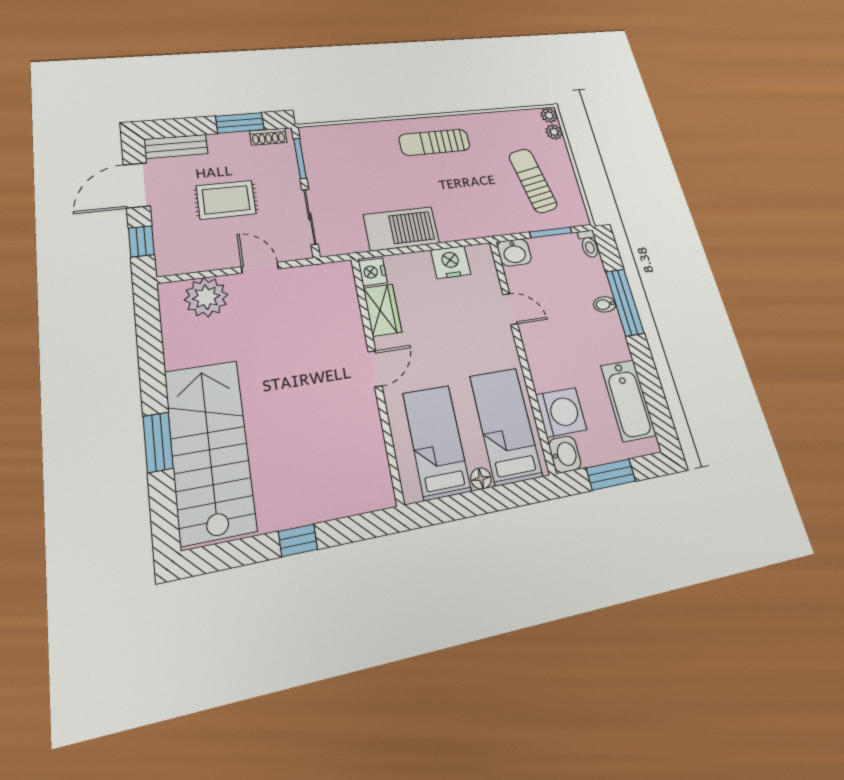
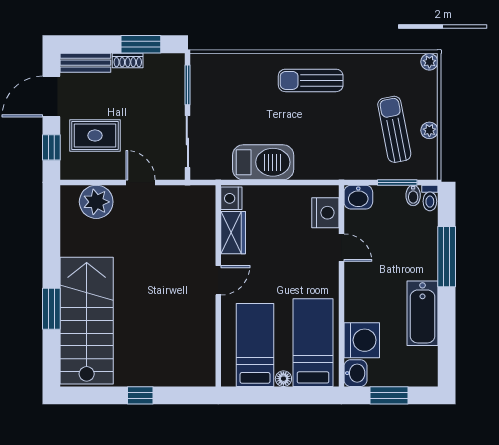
plant: (554, 132) -> (429, 130), moved
shoe rack: (268, 137) -> (128, 60), moved
rug: (226, 200) -> (95, 135), moved
nightstand: (451, 262) -> (325, 213), moved, turned 90
bidet: (605, 304) -> (413, 195), moved, turned -90
bathtub: (628, 400) -> (423, 313), moved

